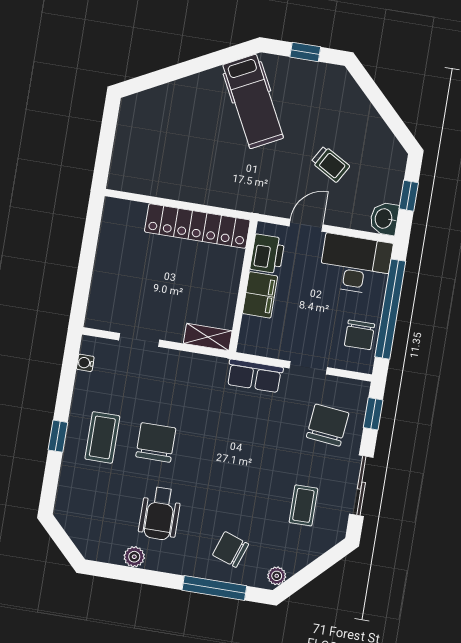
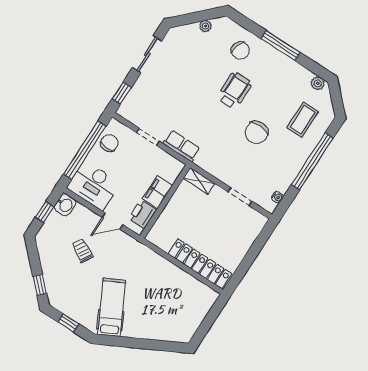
window: (370, 88) -> (40, 285), added
locker: (197, 226) -> (200, 264), moved
chair: (328, 425) -> (151, 98), removed
window: (58, 436) -> (312, 161), width x3.17
coffee table: (102, 437) -> (303, 120), moved
coffee table: (303, 505) -> (186, 57), removed
wheelchair: (160, 513) -> (235, 90), moved
plant: (134, 557) -> (318, 83), moved
plant: (277, 576) -> (205, 26), moved
window: (214, 588) -> (281, 45), moved

